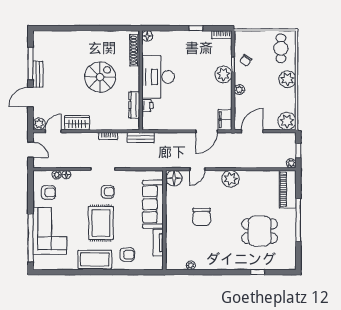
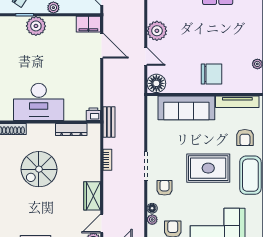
spiral stairs: (100, 77) -> (39, 169), turned -90
printer: (147, 105) -> (93, 114), moved
door: (53, 131) -> (102, 224), hinge flipped
plant: (230, 179) -> (157, 31), moved
armchair: (108, 192) -> (165, 188), moved
chair: (202, 217) -> (211, 74), moved
tv unit: (158, 243) -> (237, 102), width x1.41
armchair: (127, 255) -> (245, 138), turned 180

